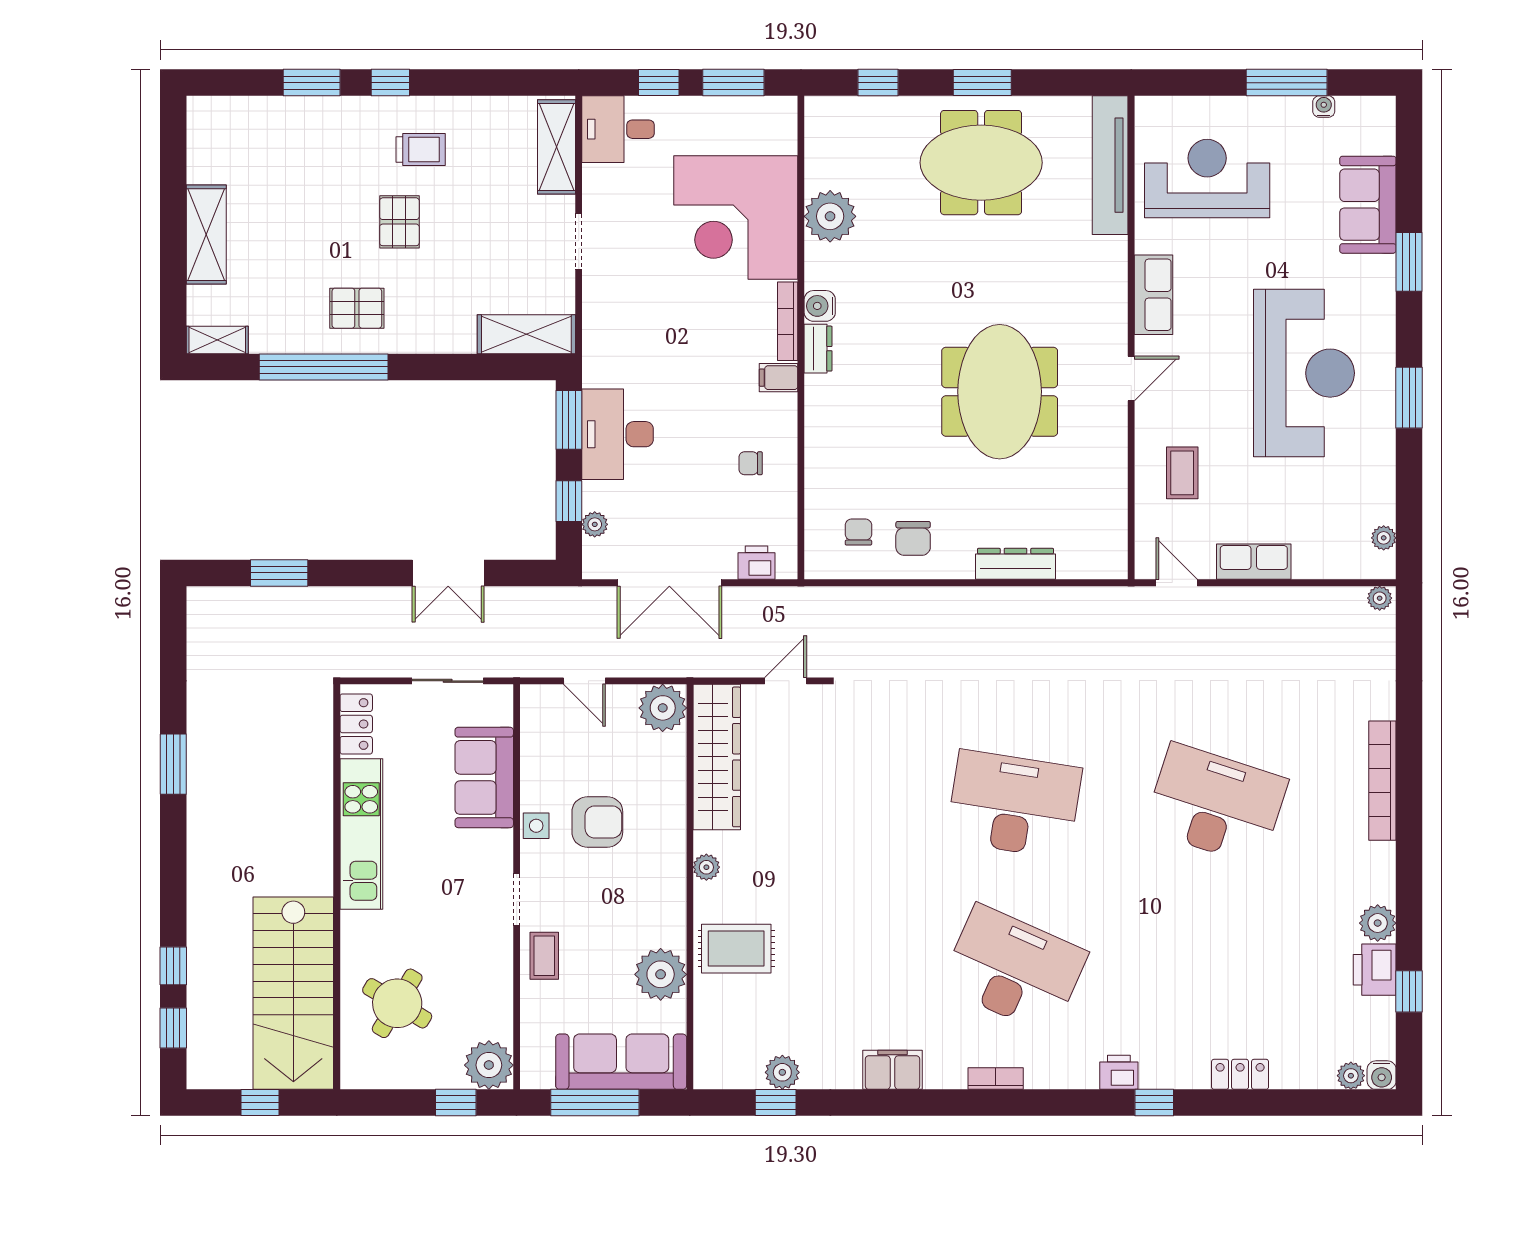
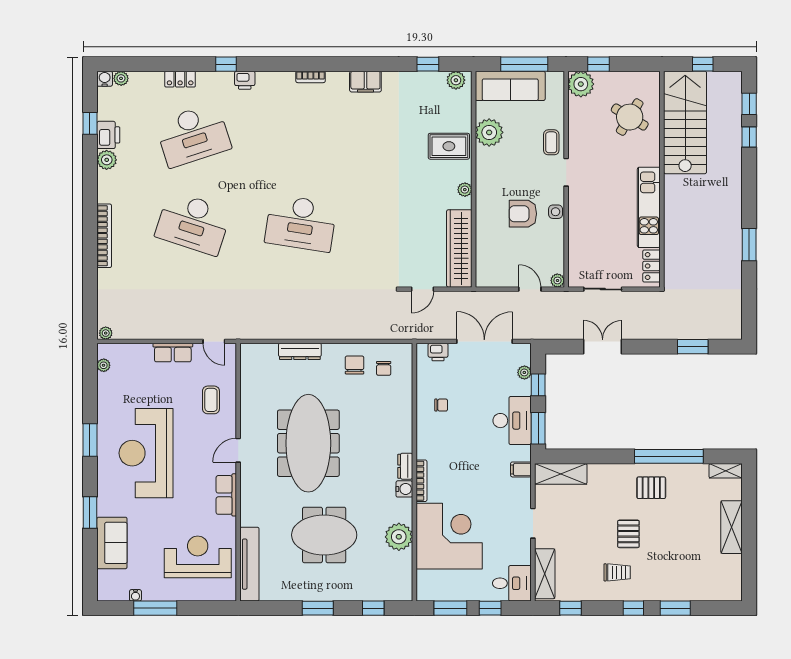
window: (508, 83) -> (570, 608), added
trolley: (421, 150) -> (617, 572), turned 180
meeting table: (981, 163) -> (324, 535), moved
reception desk: (1207, 179) -> (198, 557), turned 180
filing cabinet: (779, 378) -> (521, 469), moved, turned 180
meeting table: (1000, 392) -> (308, 443), width x1.36
plant: (663, 708) -> (557, 280), moved, width x0.53, depth x0.53
sofa: (484, 777) -> (583, 237), removed
desk: (1014, 969) -> (193, 135), moved, turned -42
plant: (782, 1072) -> (456, 80), moved

